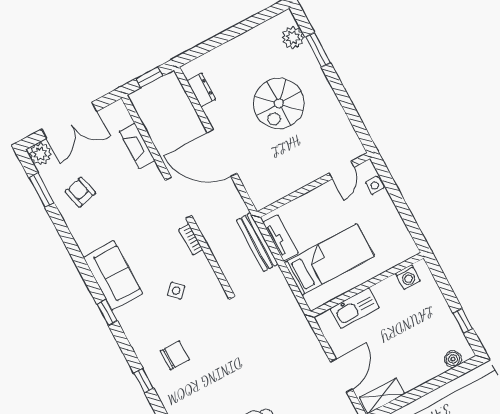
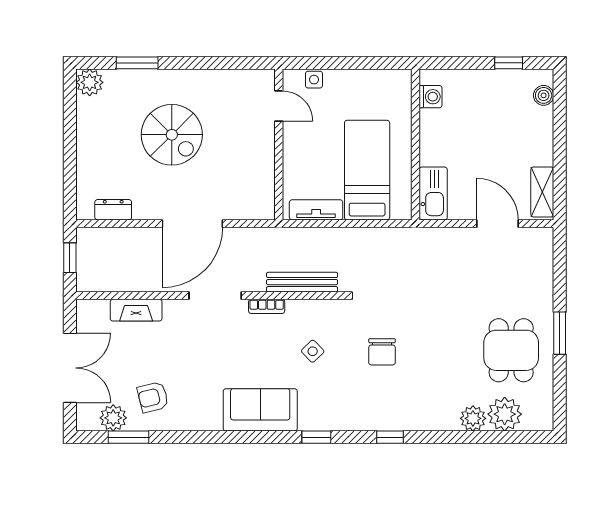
plant: (293, 38) -> (90, 82), moved
plant: (40, 154) -> (113, 418), moved
bench: (257, 242) -> (302, 282), moved
kitchen sink: (355, 308) -> (433, 193), moved
window: (107, 312) -> (316, 437), moved
chair: (175, 355) -> (382, 352), moved, turned 180

